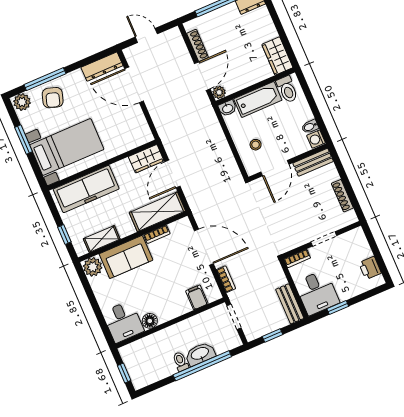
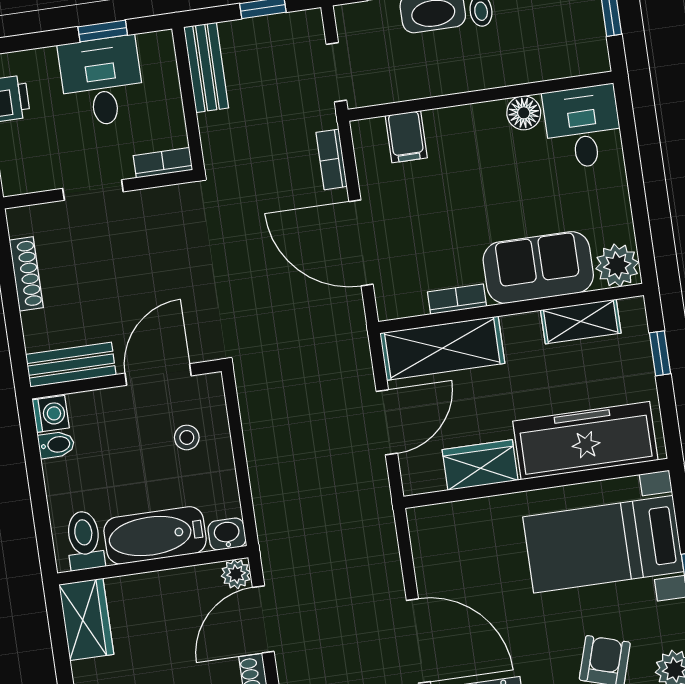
wardrobe: (146, 159) -> (480, 465), moved
desk: (317, 292) -> (102, 82), moved

